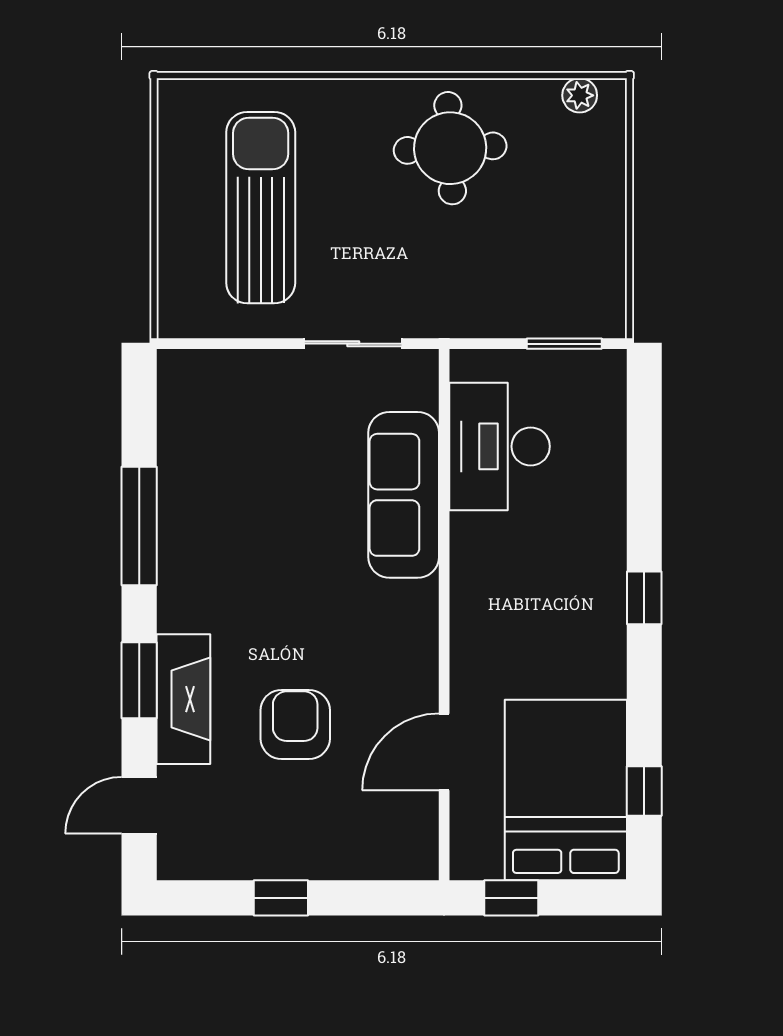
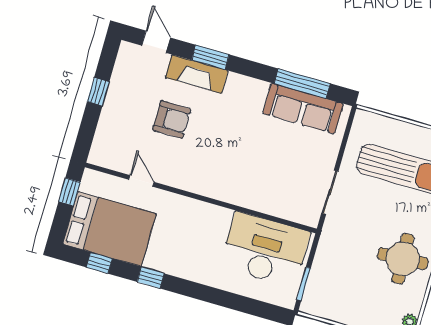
desk: (500, 446) -> (265, 249), width x1.36, depth x1.30
sofa: (404, 495) -> (303, 109), moved, turned 180
window: (139, 526) -> (302, 84), moved
window: (644, 598) -> (151, 278), moved
door: (444, 752) -> (141, 181), width x0.73

